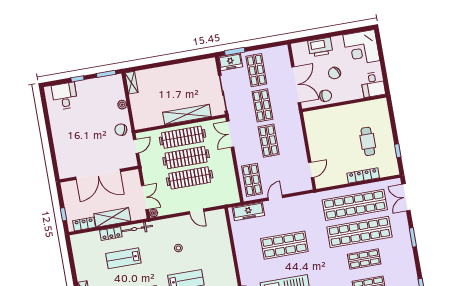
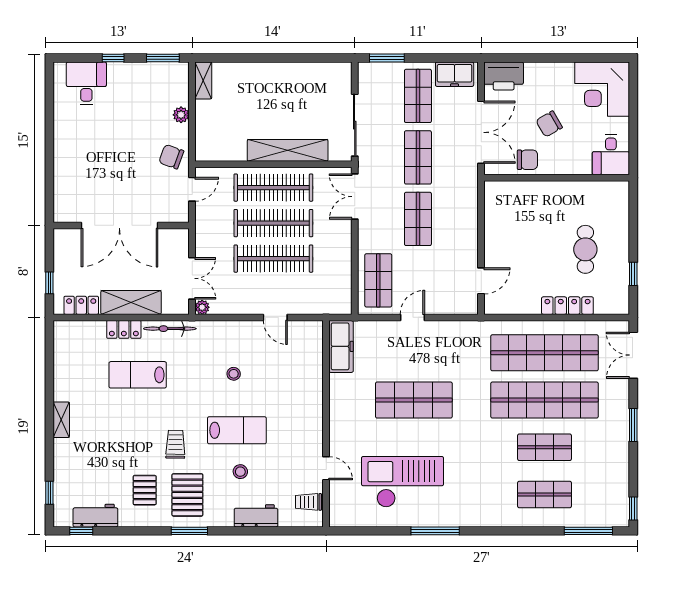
printer: (320, 47) -> (504, 76), moved
freezer: (230, 62) -> (455, 74), moved
freezer: (248, 211) -> (341, 346), moved, turned -90

